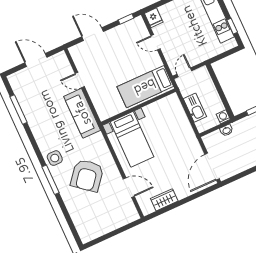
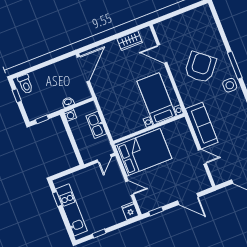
bed: (145, 87) -> (143, 152), width x1.50

